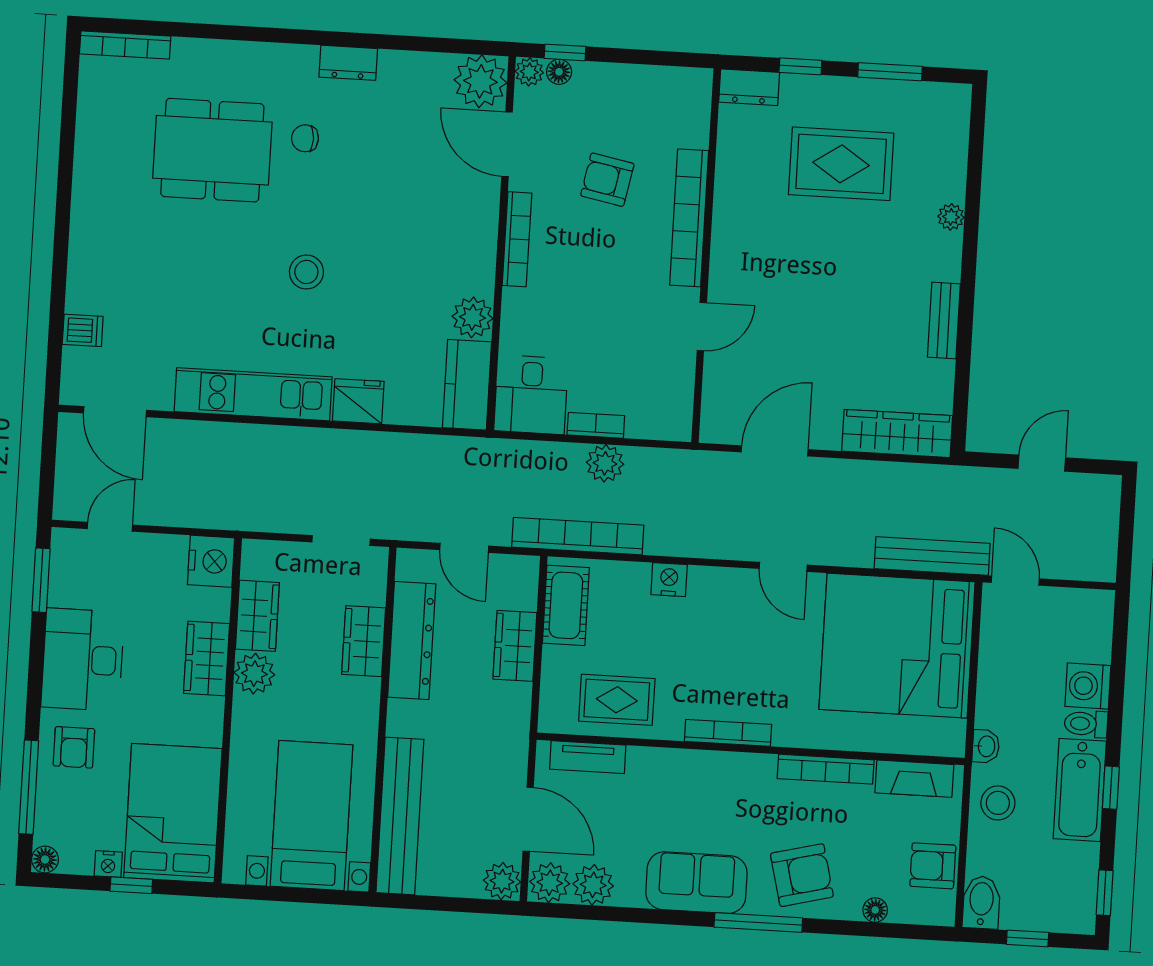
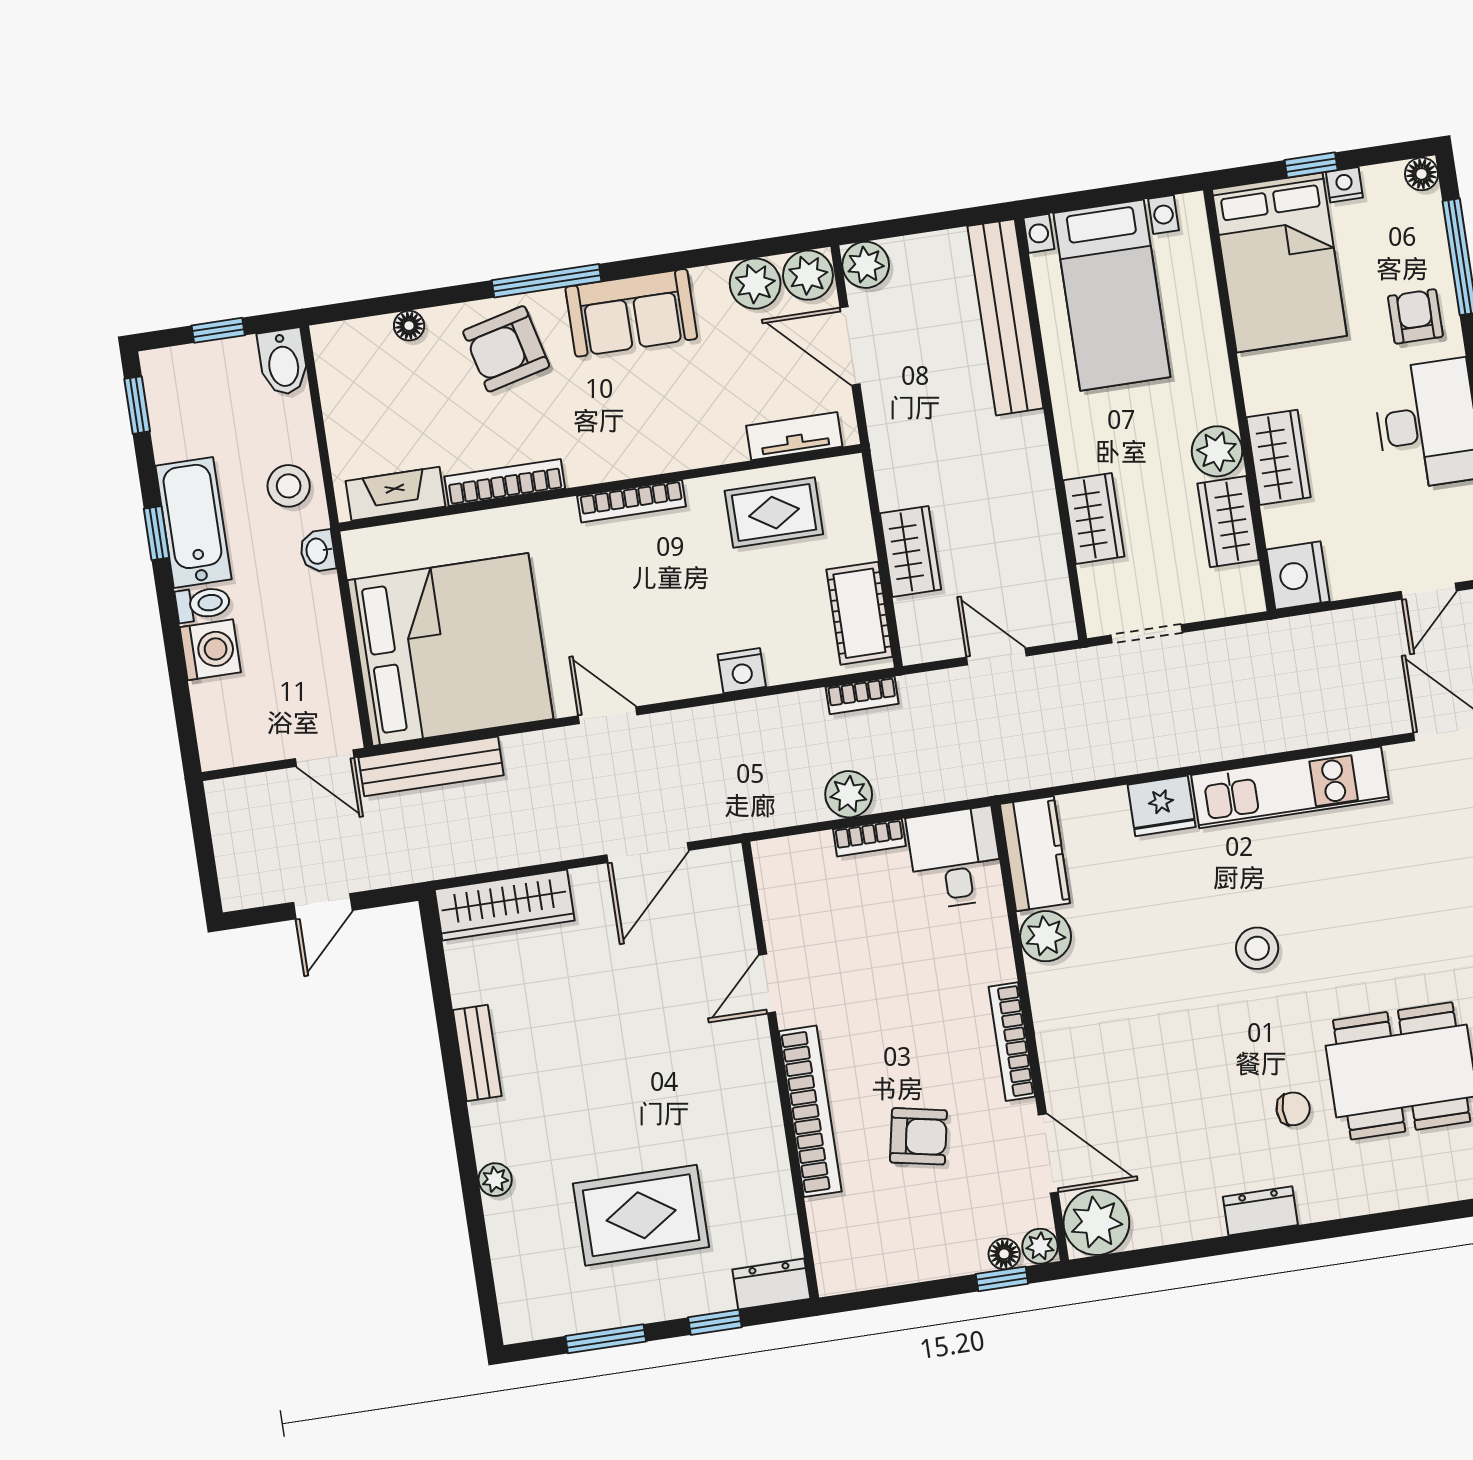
bookcase: (578, 536) -> (862, 695), width x0.43, depth x0.76
dresser: (412, 640) -> (1036, 532), removed
armchair: (933, 866) -> (351, 394), removed

